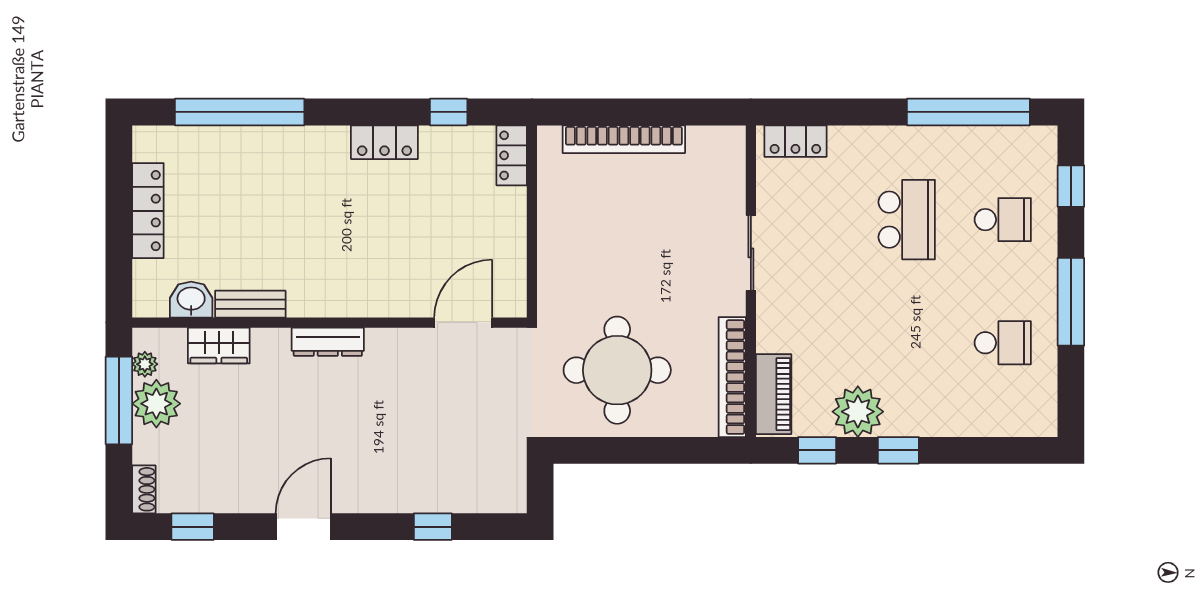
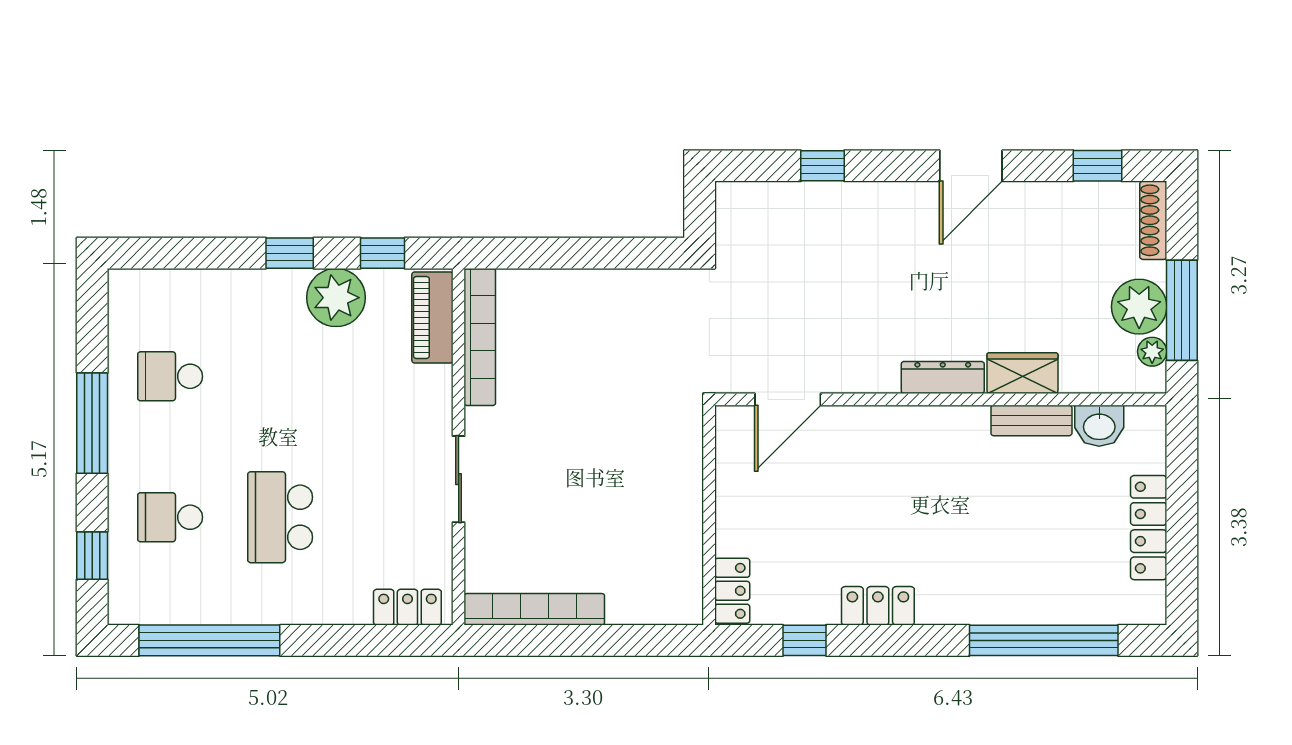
bookcase: (624, 139) -> (534, 609), moved
wardrobe: (219, 346) -> (1022, 373), moved
round table: (617, 370) -> (612, 345), removed
shoe rack: (144, 489) -> (1153, 220), width x1.43

